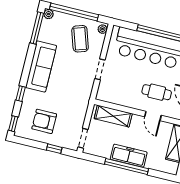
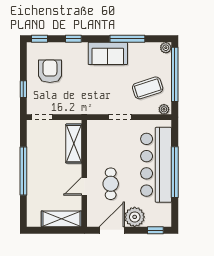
window: (37, 28) -> (127, 39), moved
sofa: (41, 66) -> (108, 53), width x0.73
freezer: (129, 156) -> (36, 171), removed

